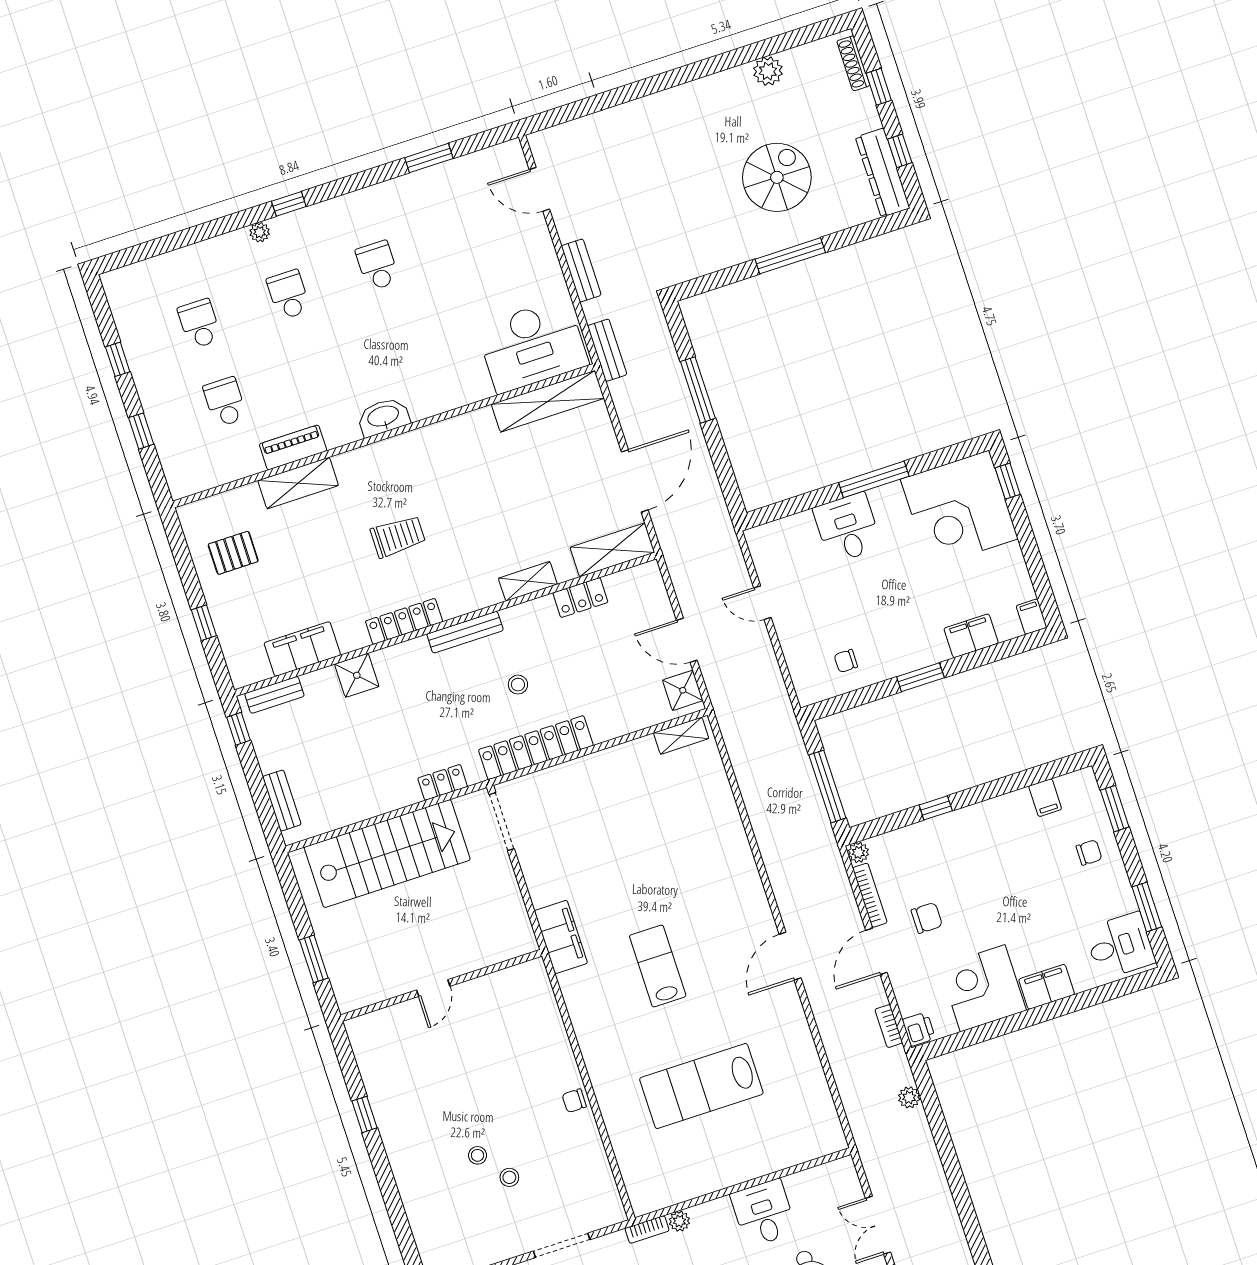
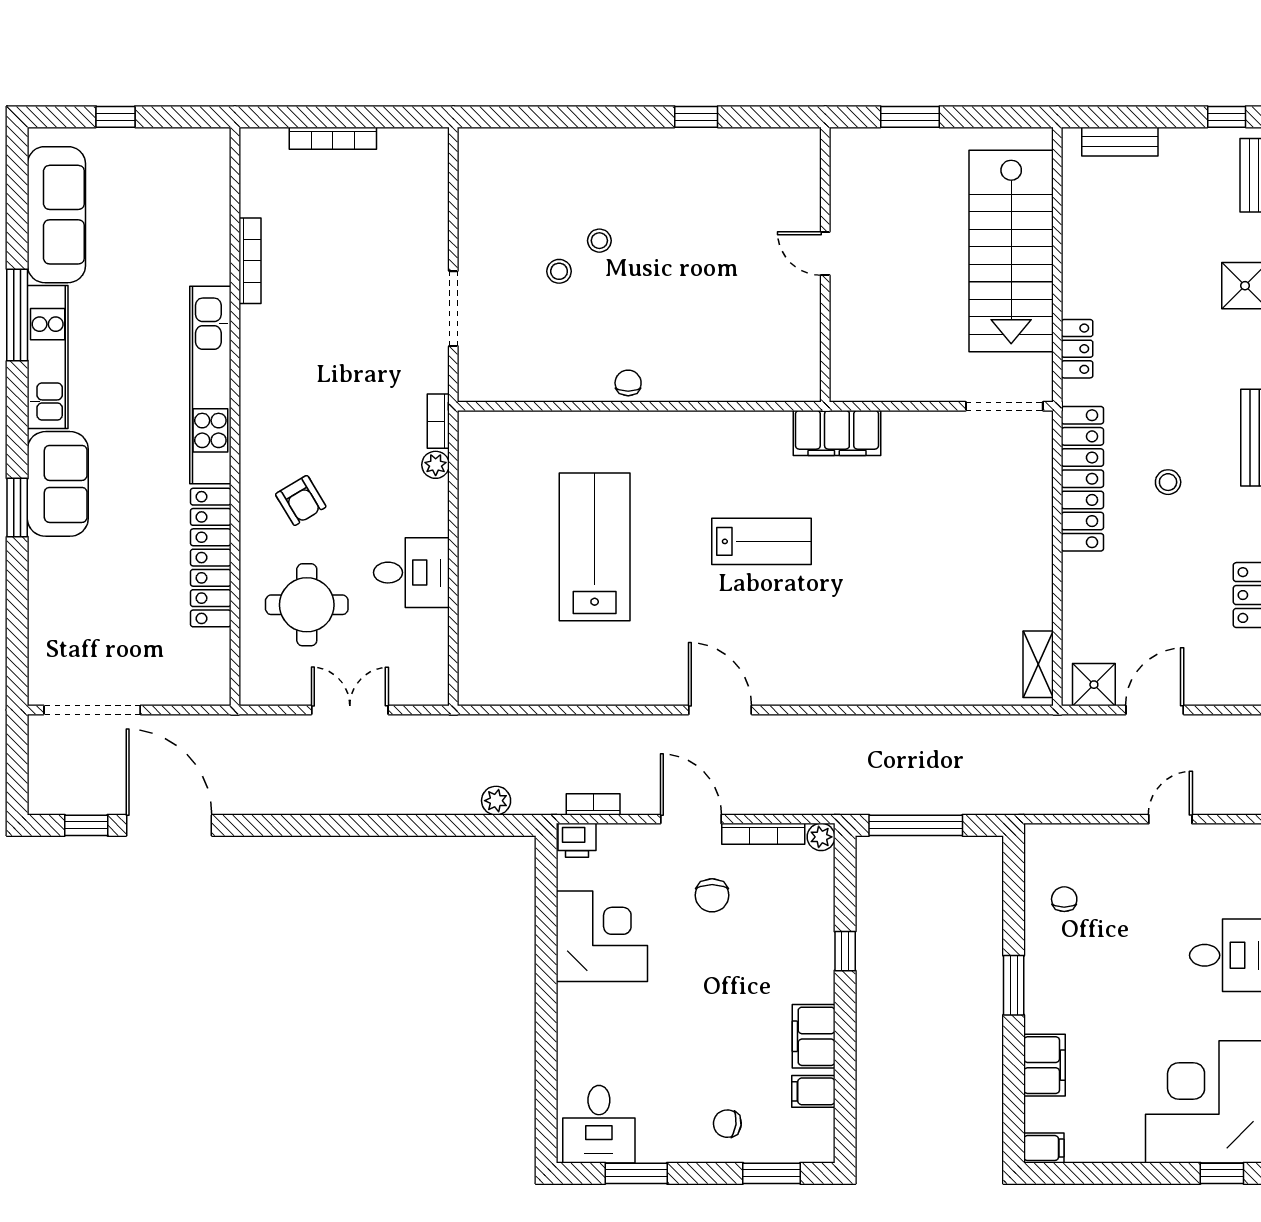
chair: (1089, 853) -> (727, 1124), turned 97
filing cabinet: (1047, 987) -> (814, 1036), moved, turned 180

